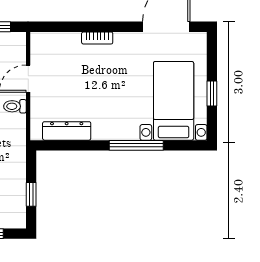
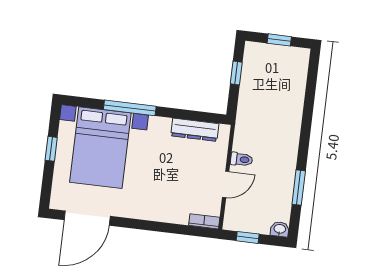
bookcase: (97, 38) -> (204, 221), moved
bed with nightstands: (174, 101) -> (100, 148), width x1.36

